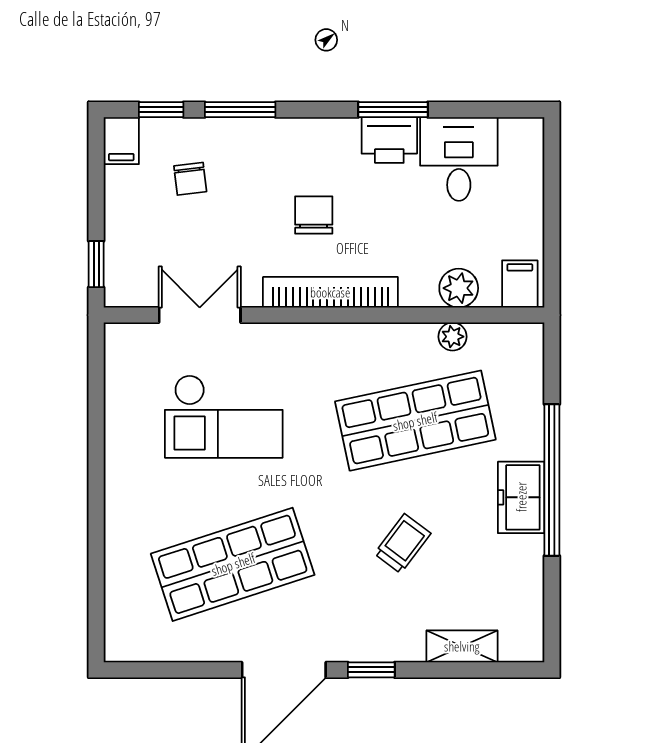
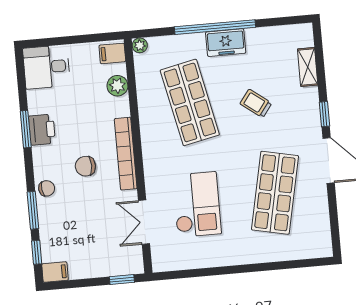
desk: (459, 159) -> (47, 67), moved
chair: (190, 179) -> (47, 188), moved
plant: (453, 337) -> (140, 45), moved
shop shelf: (233, 564) -> (275, 193), turned 30

